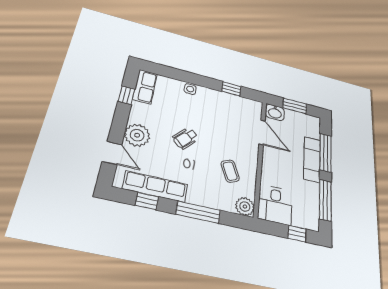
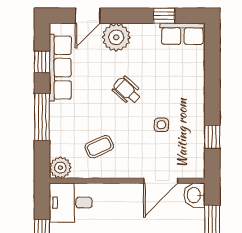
side table: (190, 89) -> (161, 125), moved

